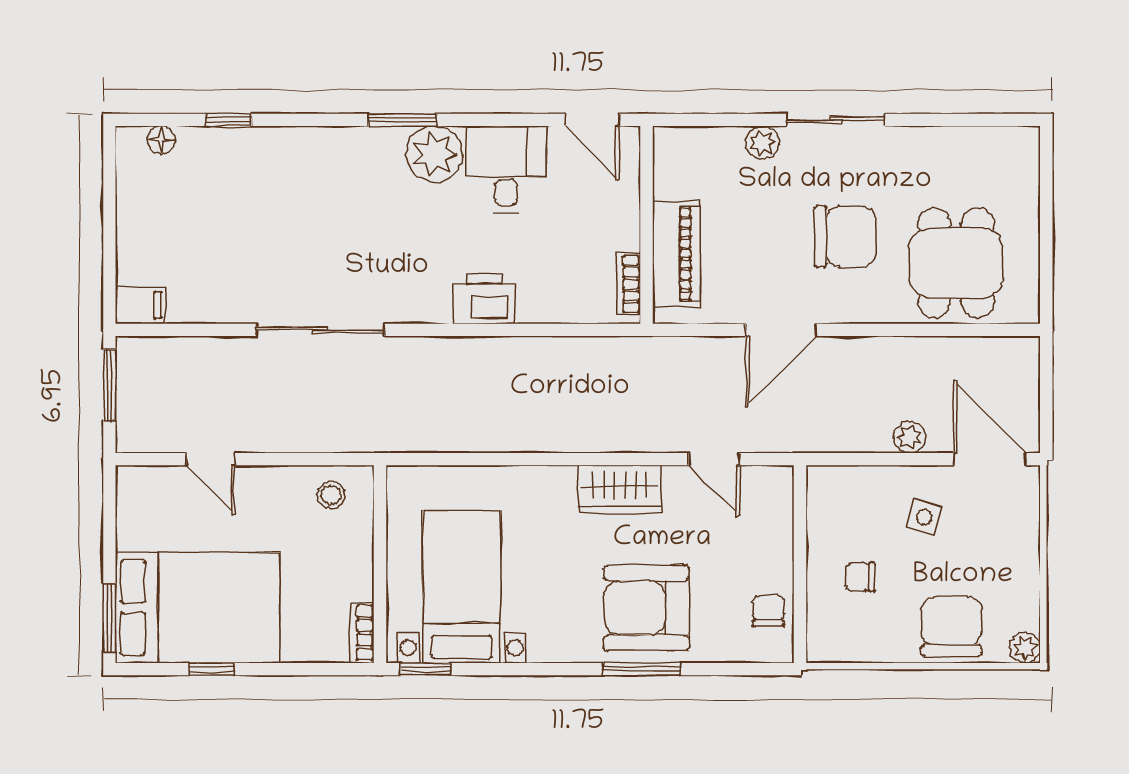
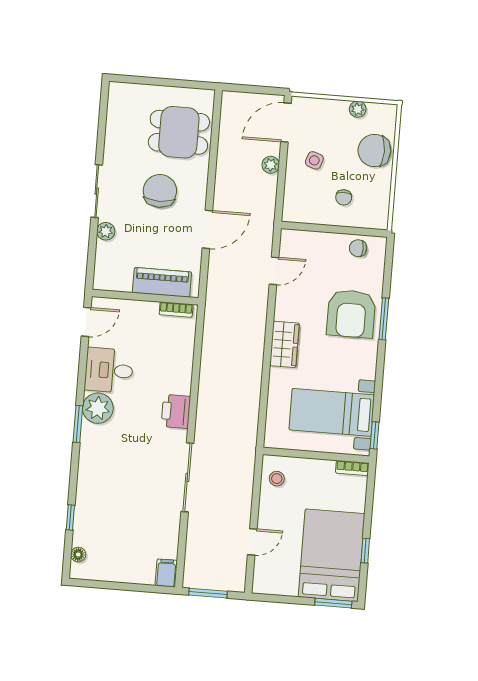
printer: (484, 299) -> (176, 411), moved
door: (781, 330) -> (207, 229), hinge flipped
wardrobe: (620, 489) -> (284, 344), moved
plant: (1025, 648) -> (358, 109), moved

